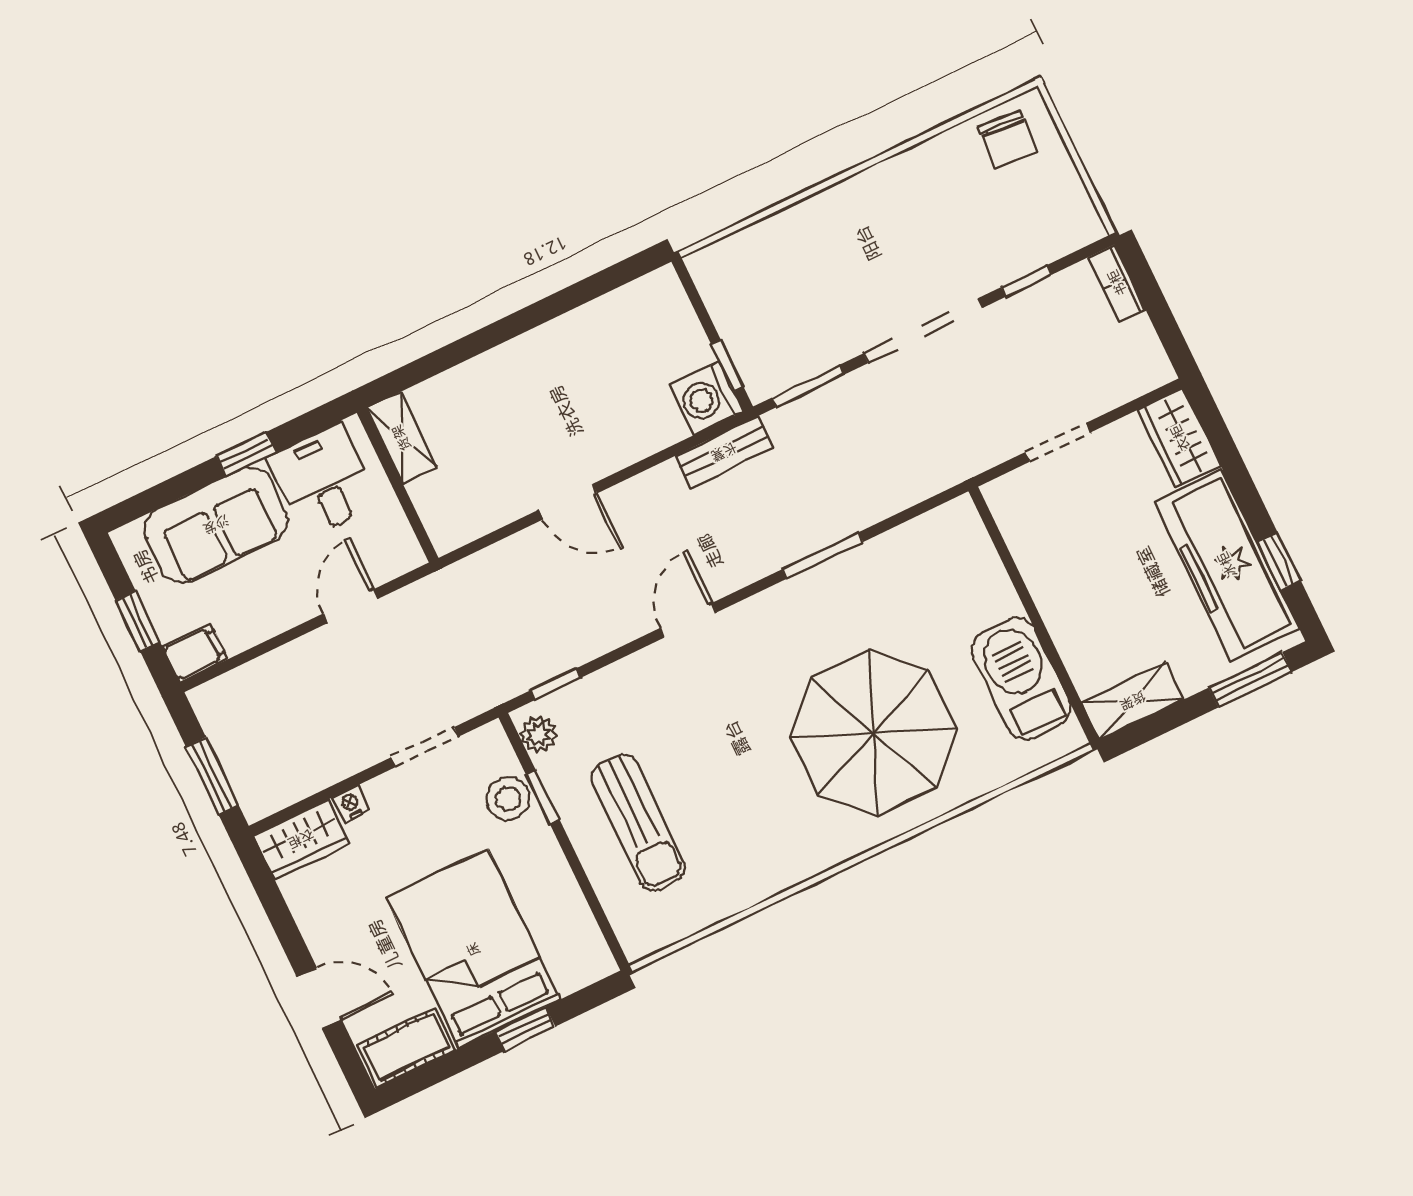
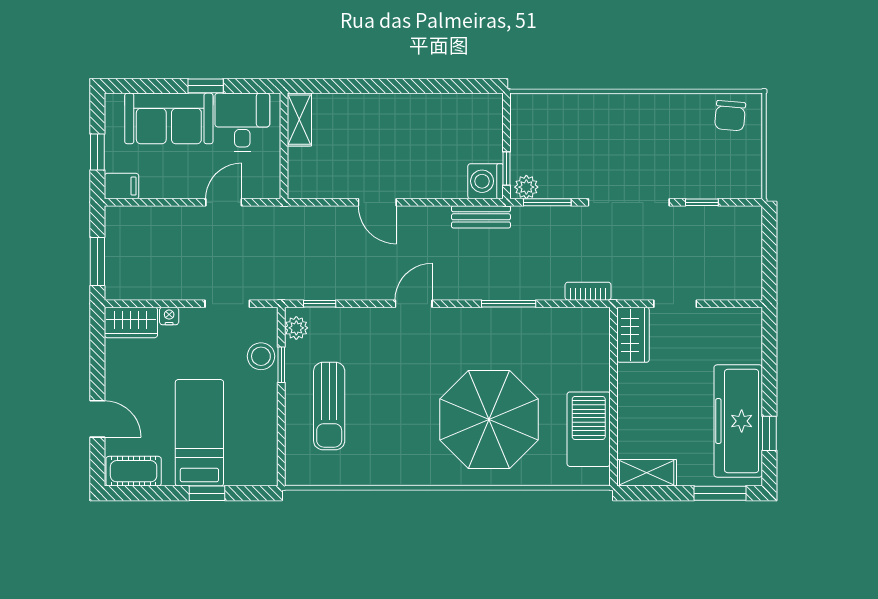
bookcase: (1117, 283) -> (588, 291), moved, turned 90
plant: (768, 379) -> (526, 187), added
wardrobe: (1180, 438) -> (633, 335), moved, turned 180
bed: (473, 949) -> (199, 433), width x0.67

